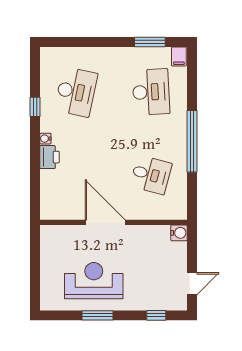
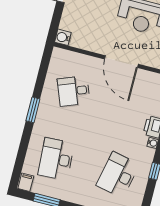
window: (192, 141) -> (33, 110), width x0.47
desk: (151, 175) -> (74, 91), turned -36

